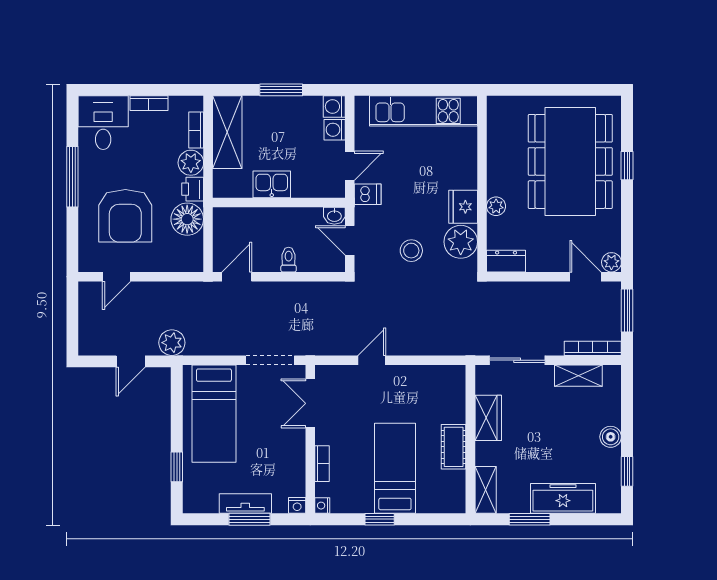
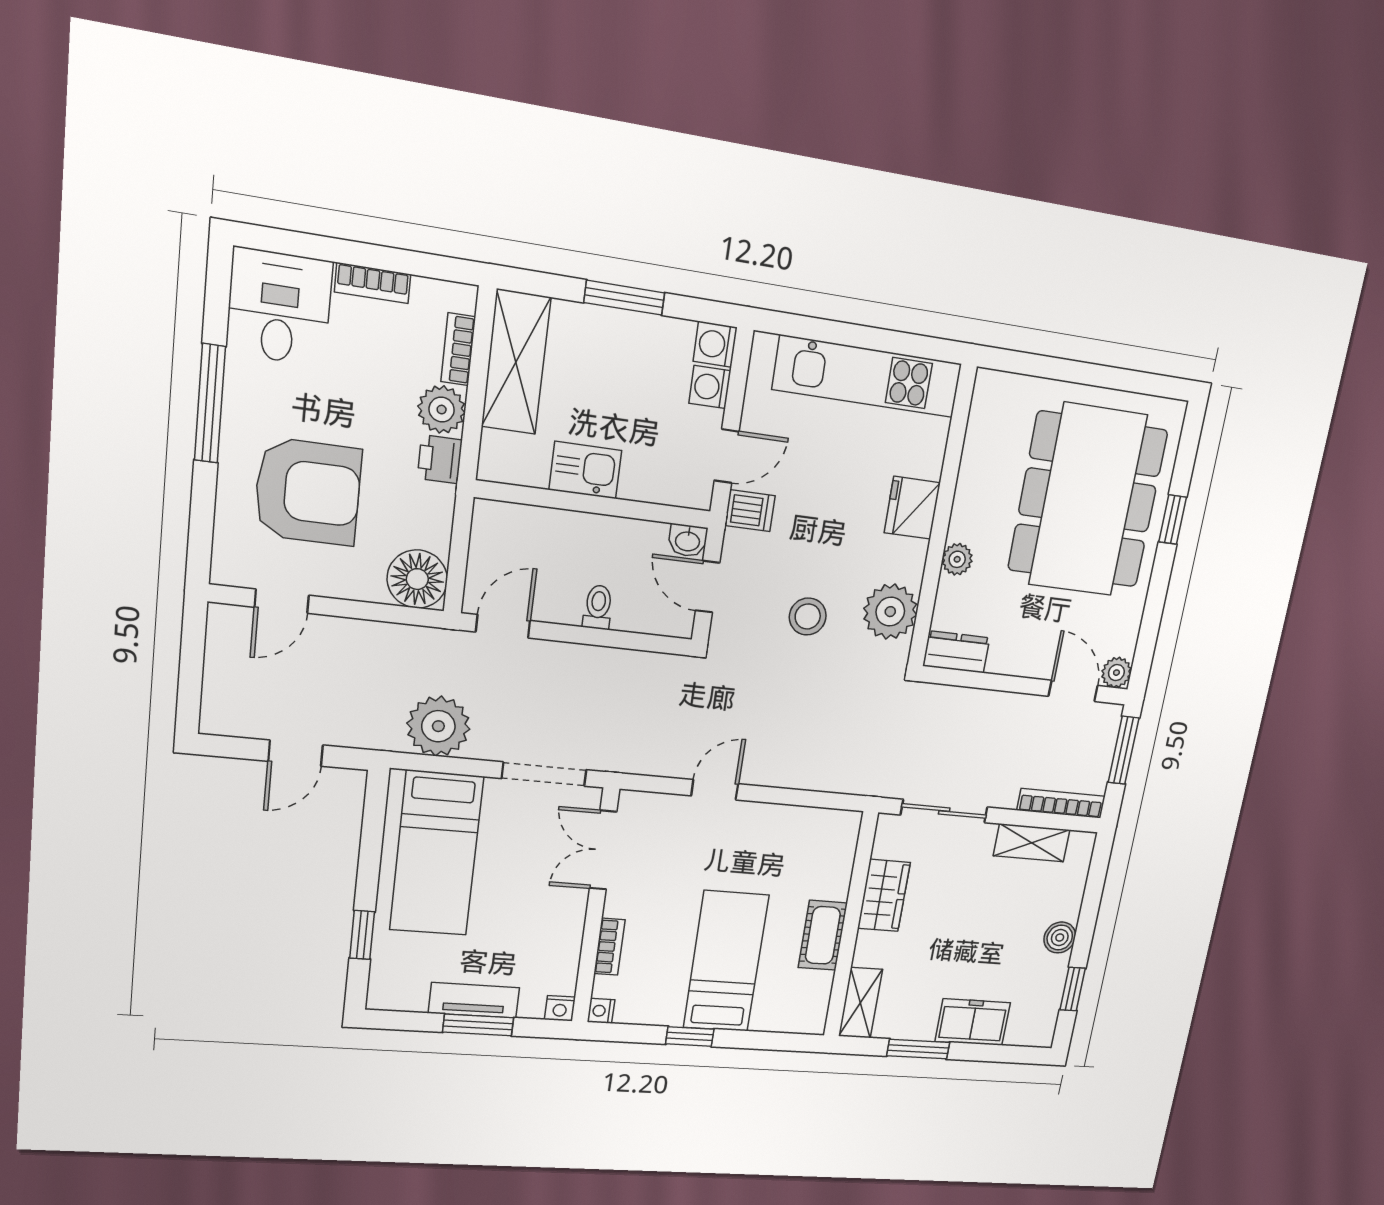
fridge: (463, 207) -> (912, 508), moved
armchair: (125, 216) -> (308, 492), turned -90
floor lamp: (187, 219) -> (417, 579), moved
plant: (172, 343) -> (438, 726), moved, width x1.36, depth x1.36
freezer: (563, 498) -> (973, 1022), width x0.71

